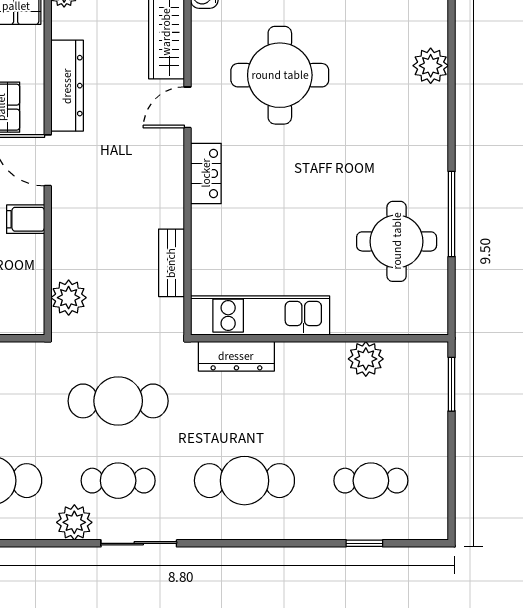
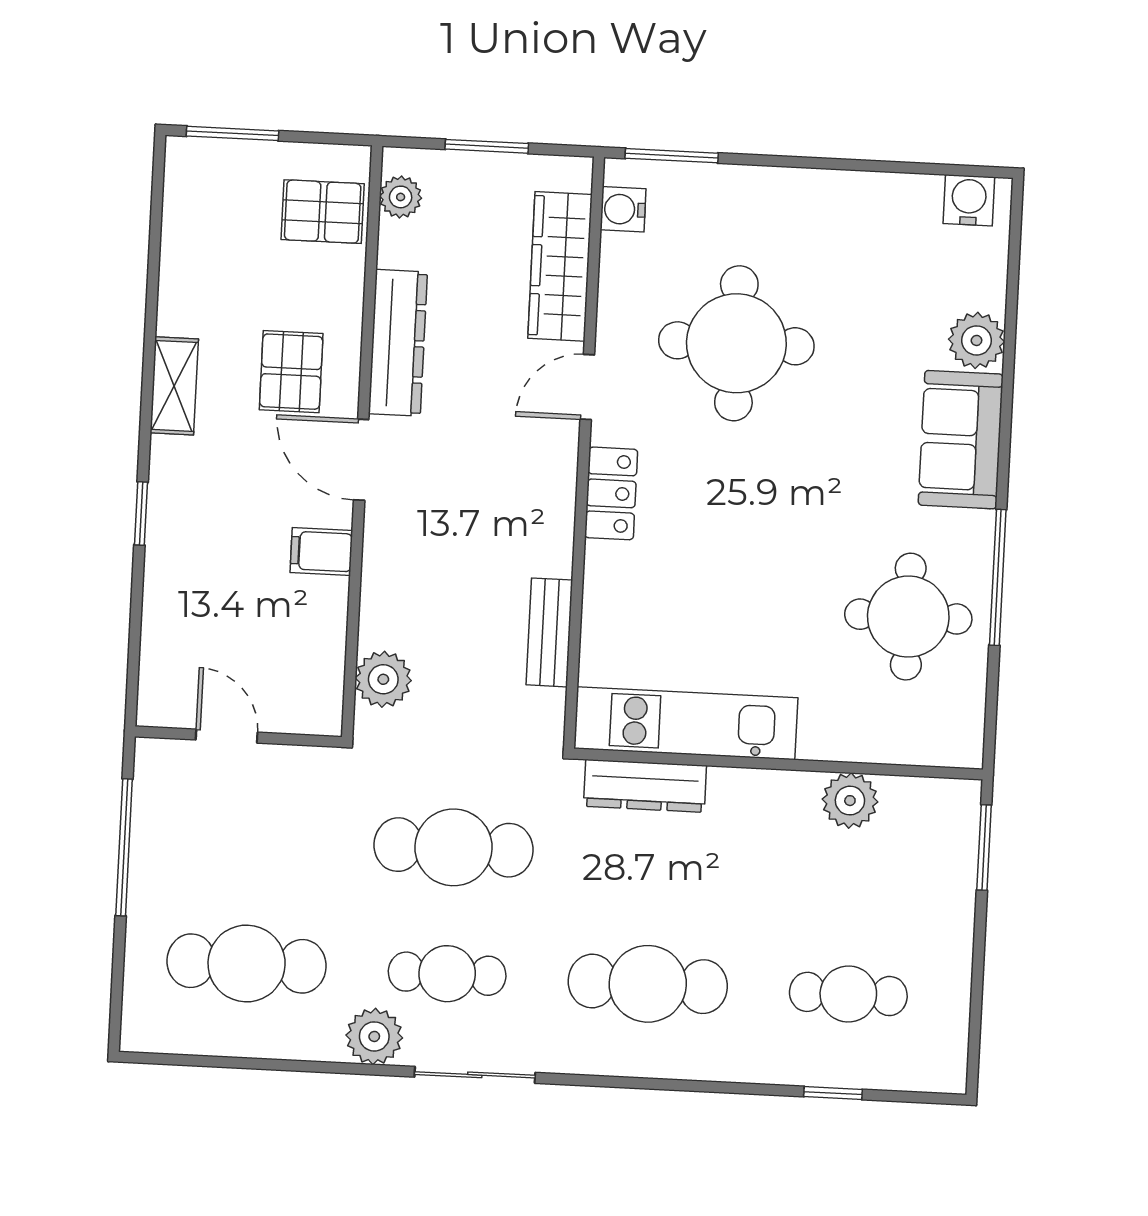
sofa: (424, 129) -> (961, 440), added

